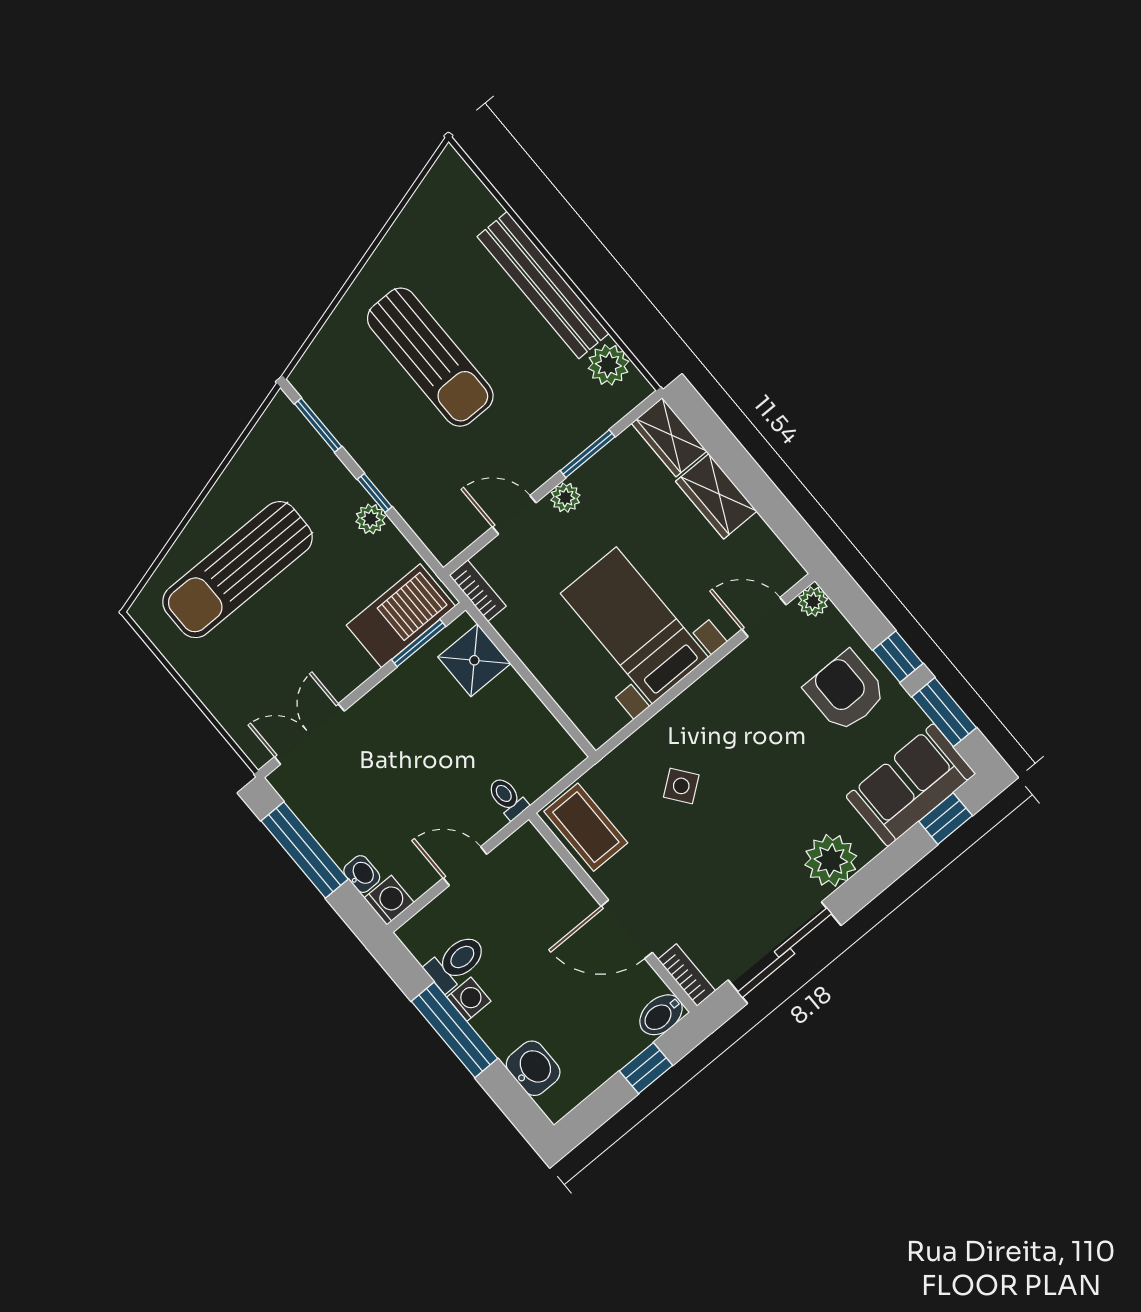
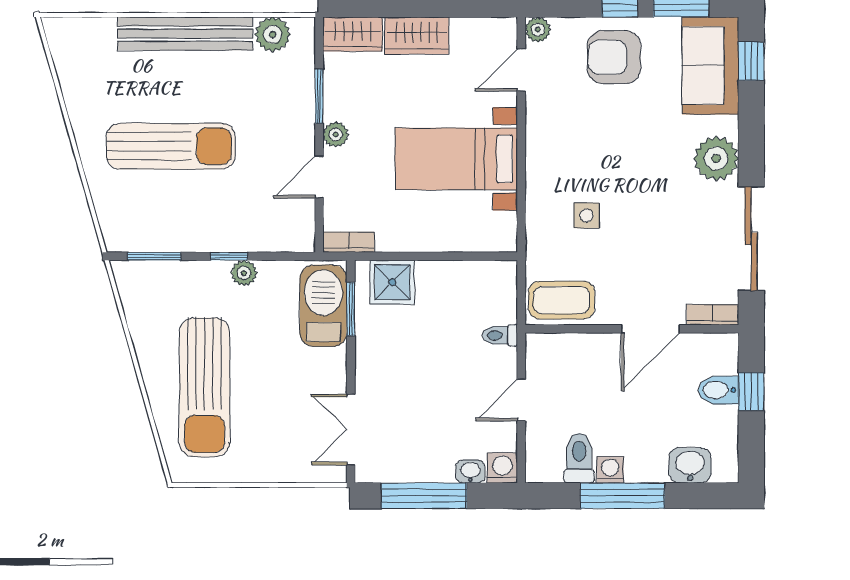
side table: (681, 786) -> (586, 216), turned 37
bidet: (661, 1015) -> (718, 390), moved, turned 90

